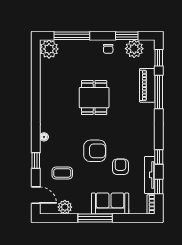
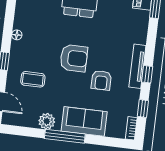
armchair: (120, 167) -> (101, 80), turned 180
tv unit: (150, 175) -> (137, 66), moved
plant: (65, 207) -> (47, 121), moved

